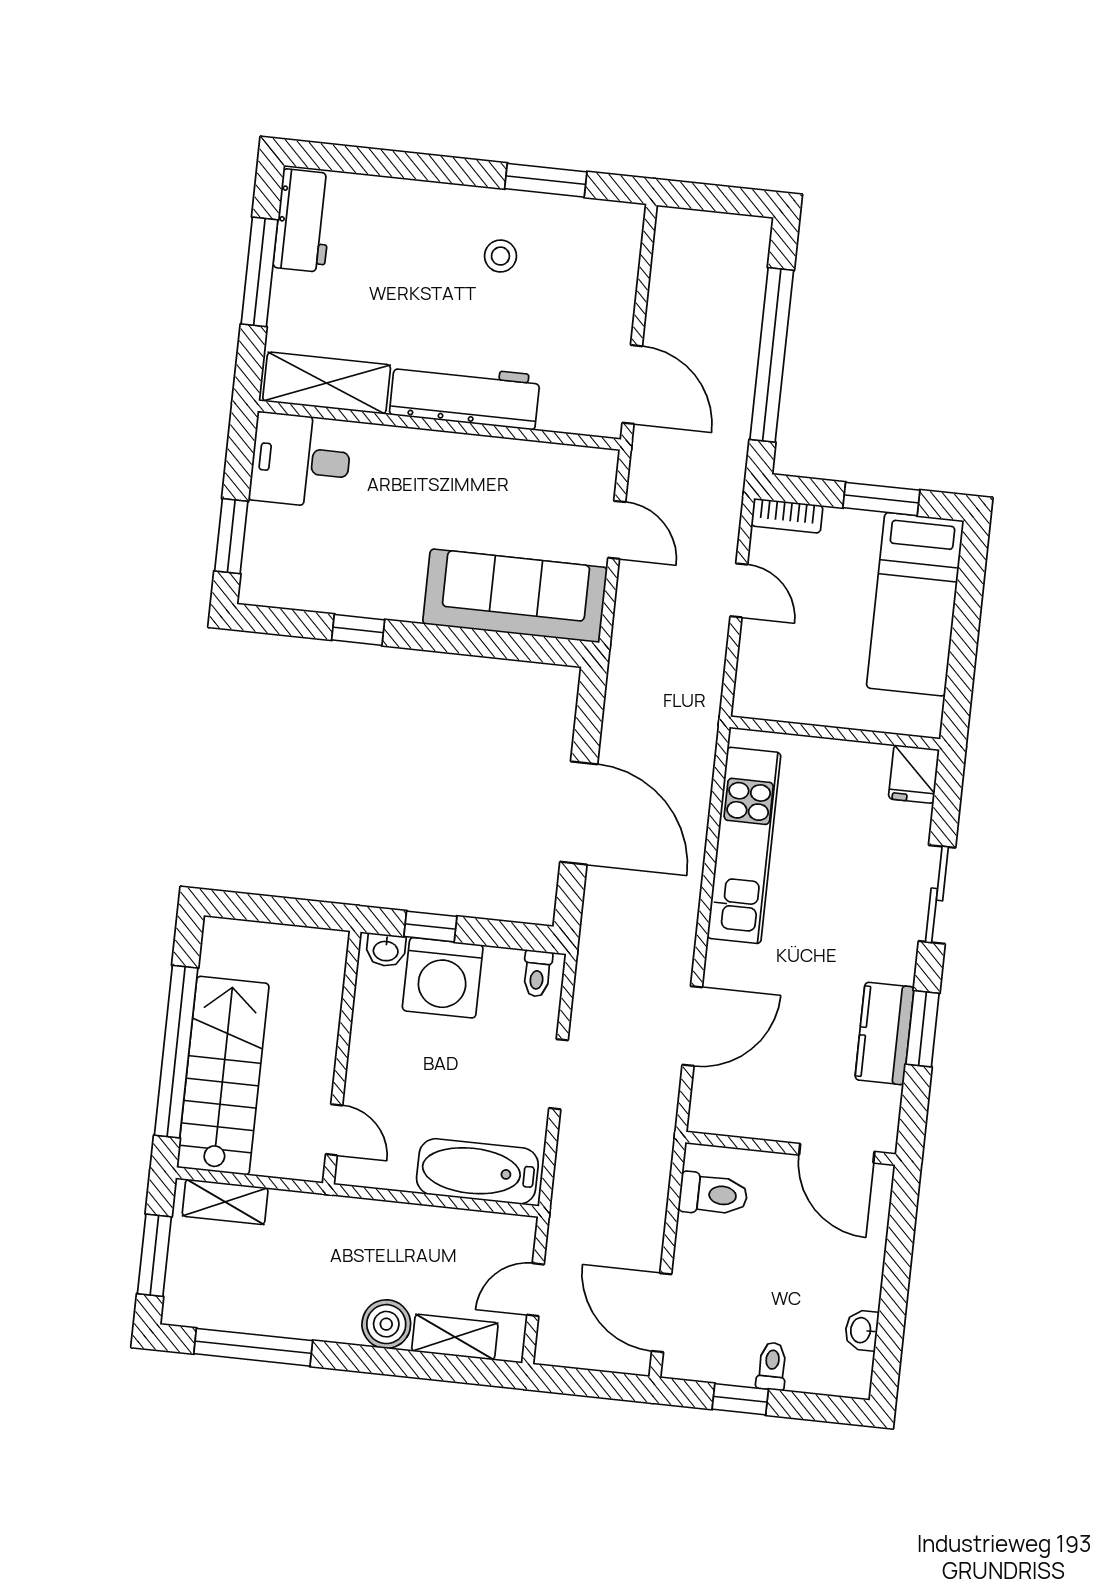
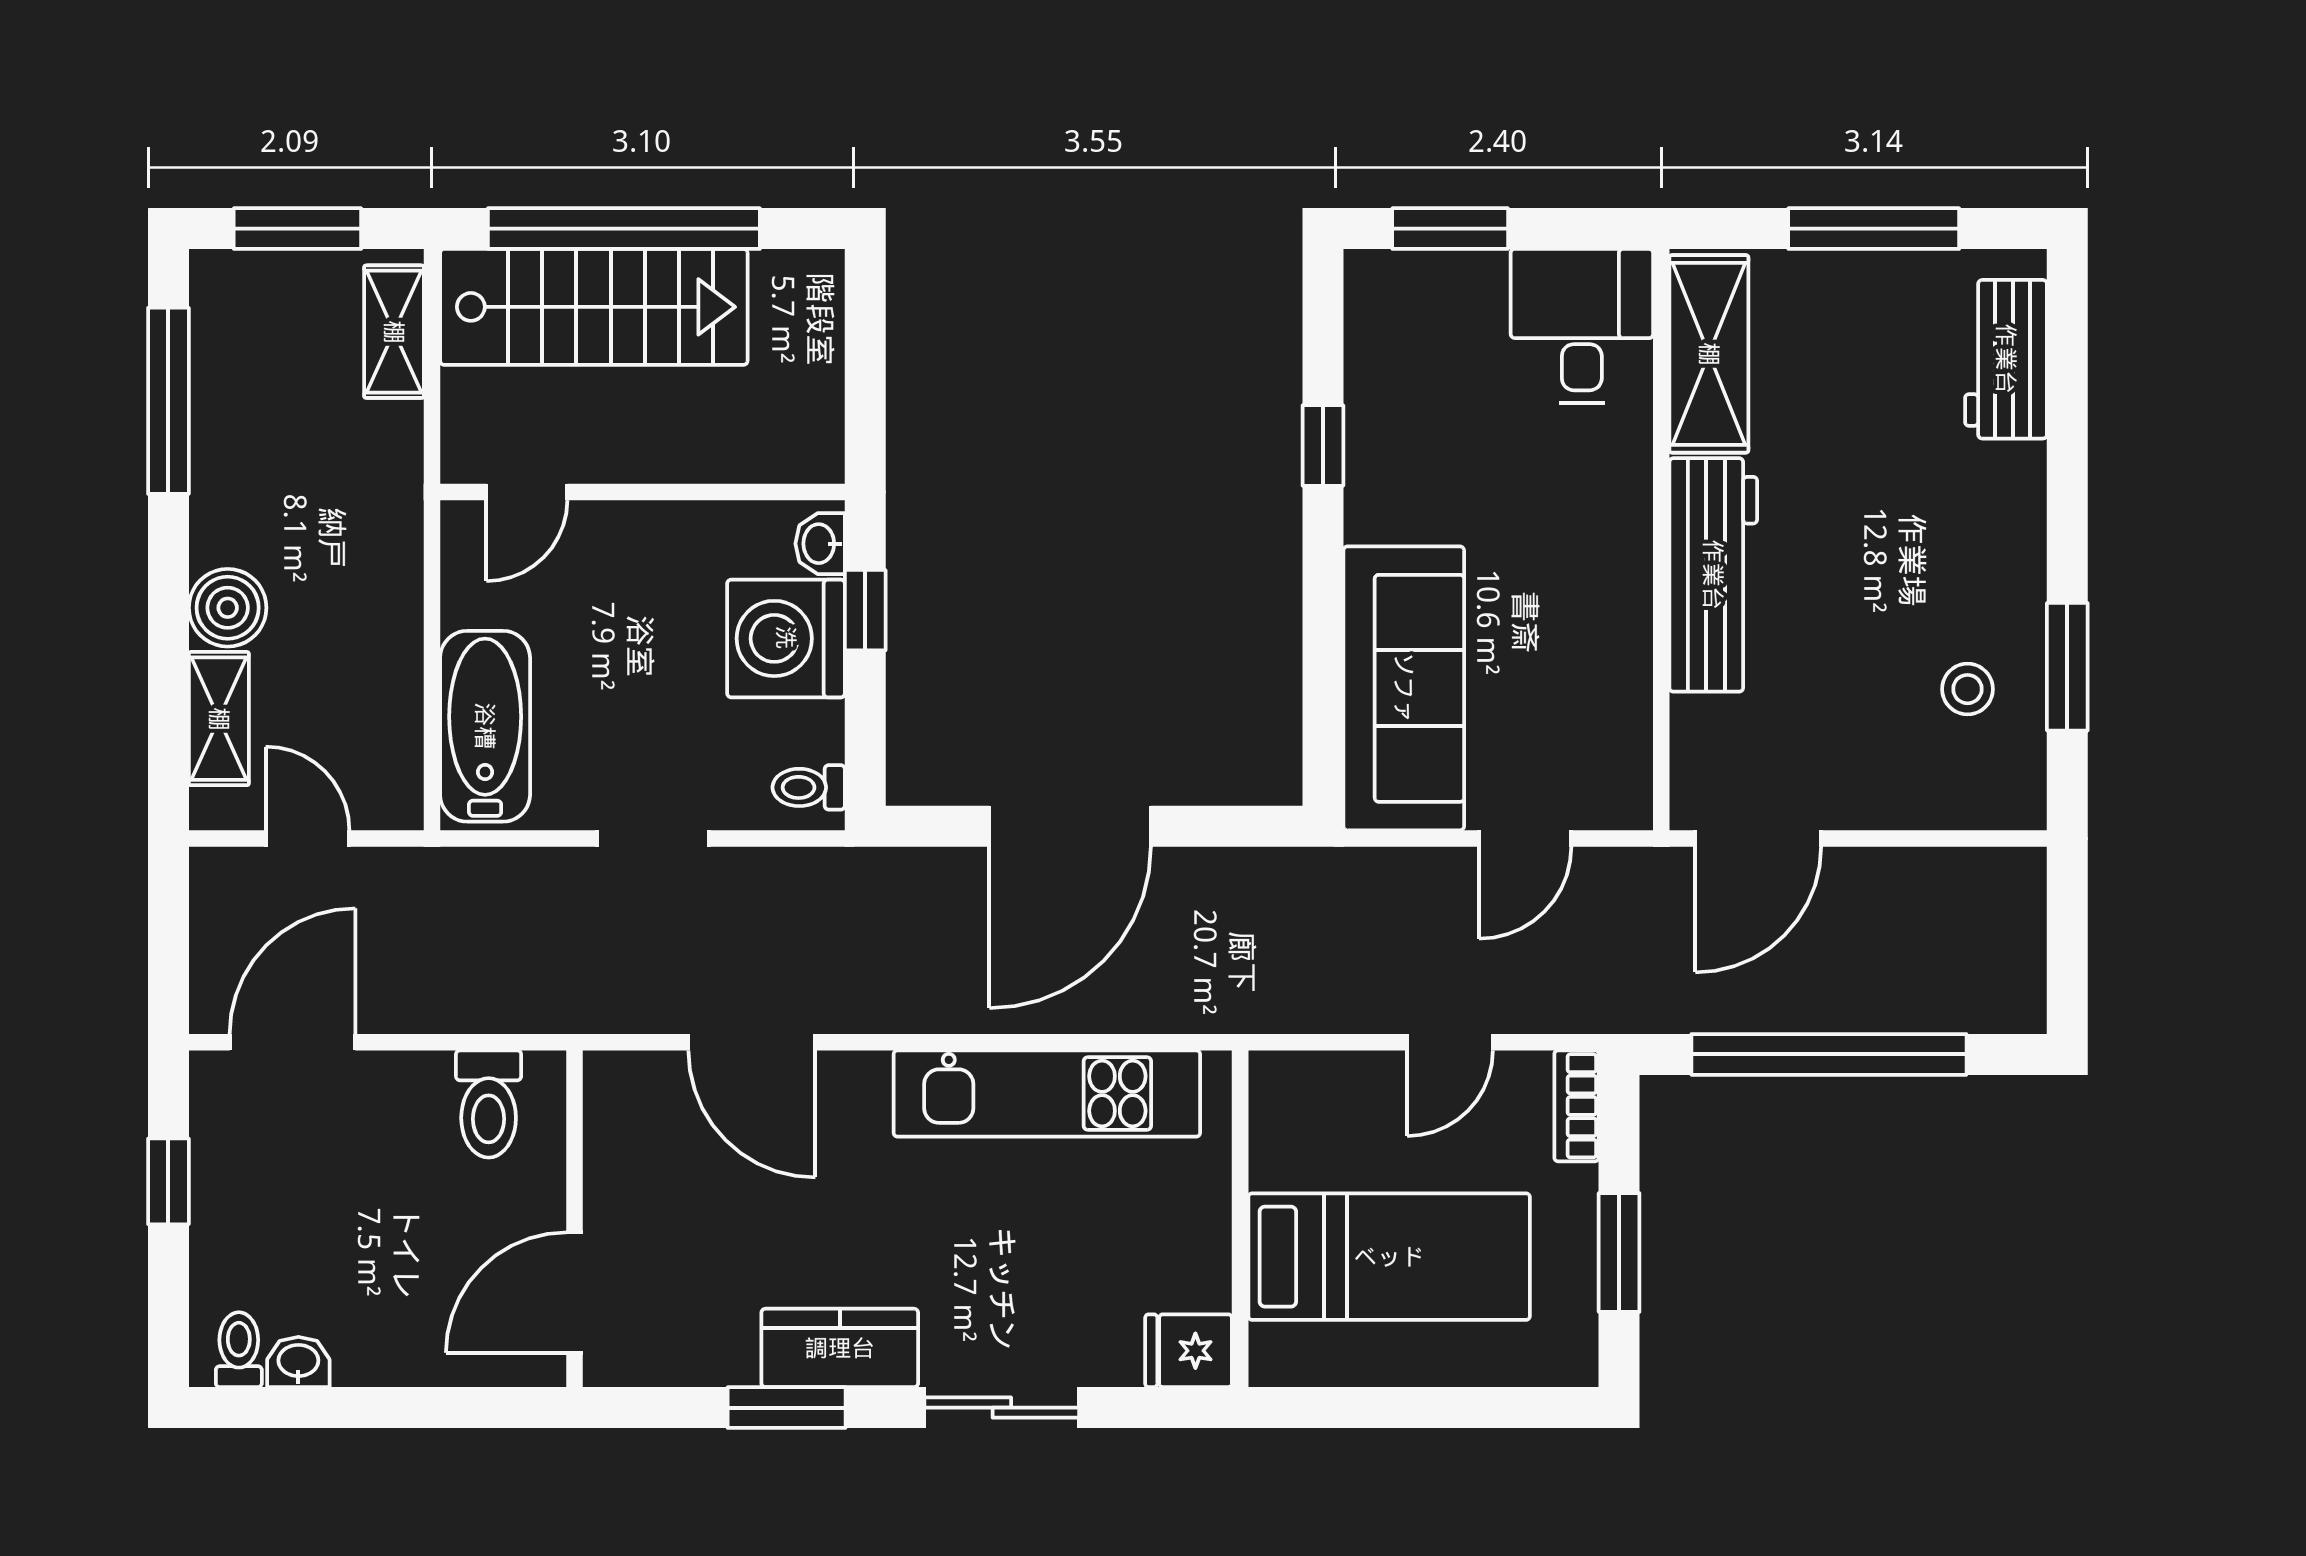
workbench: (304, 221) -> (2006, 359), moved, turned 90
stool: (500, 256) -> (1967, 689), moved
bed: (915, 604) -> (1389, 1257), moved, turned 180
kitchen counter: (884, 1033) -> (840, 1348), moved
toilet: (772, 1366) -> (239, 1350), moved, turned -90

